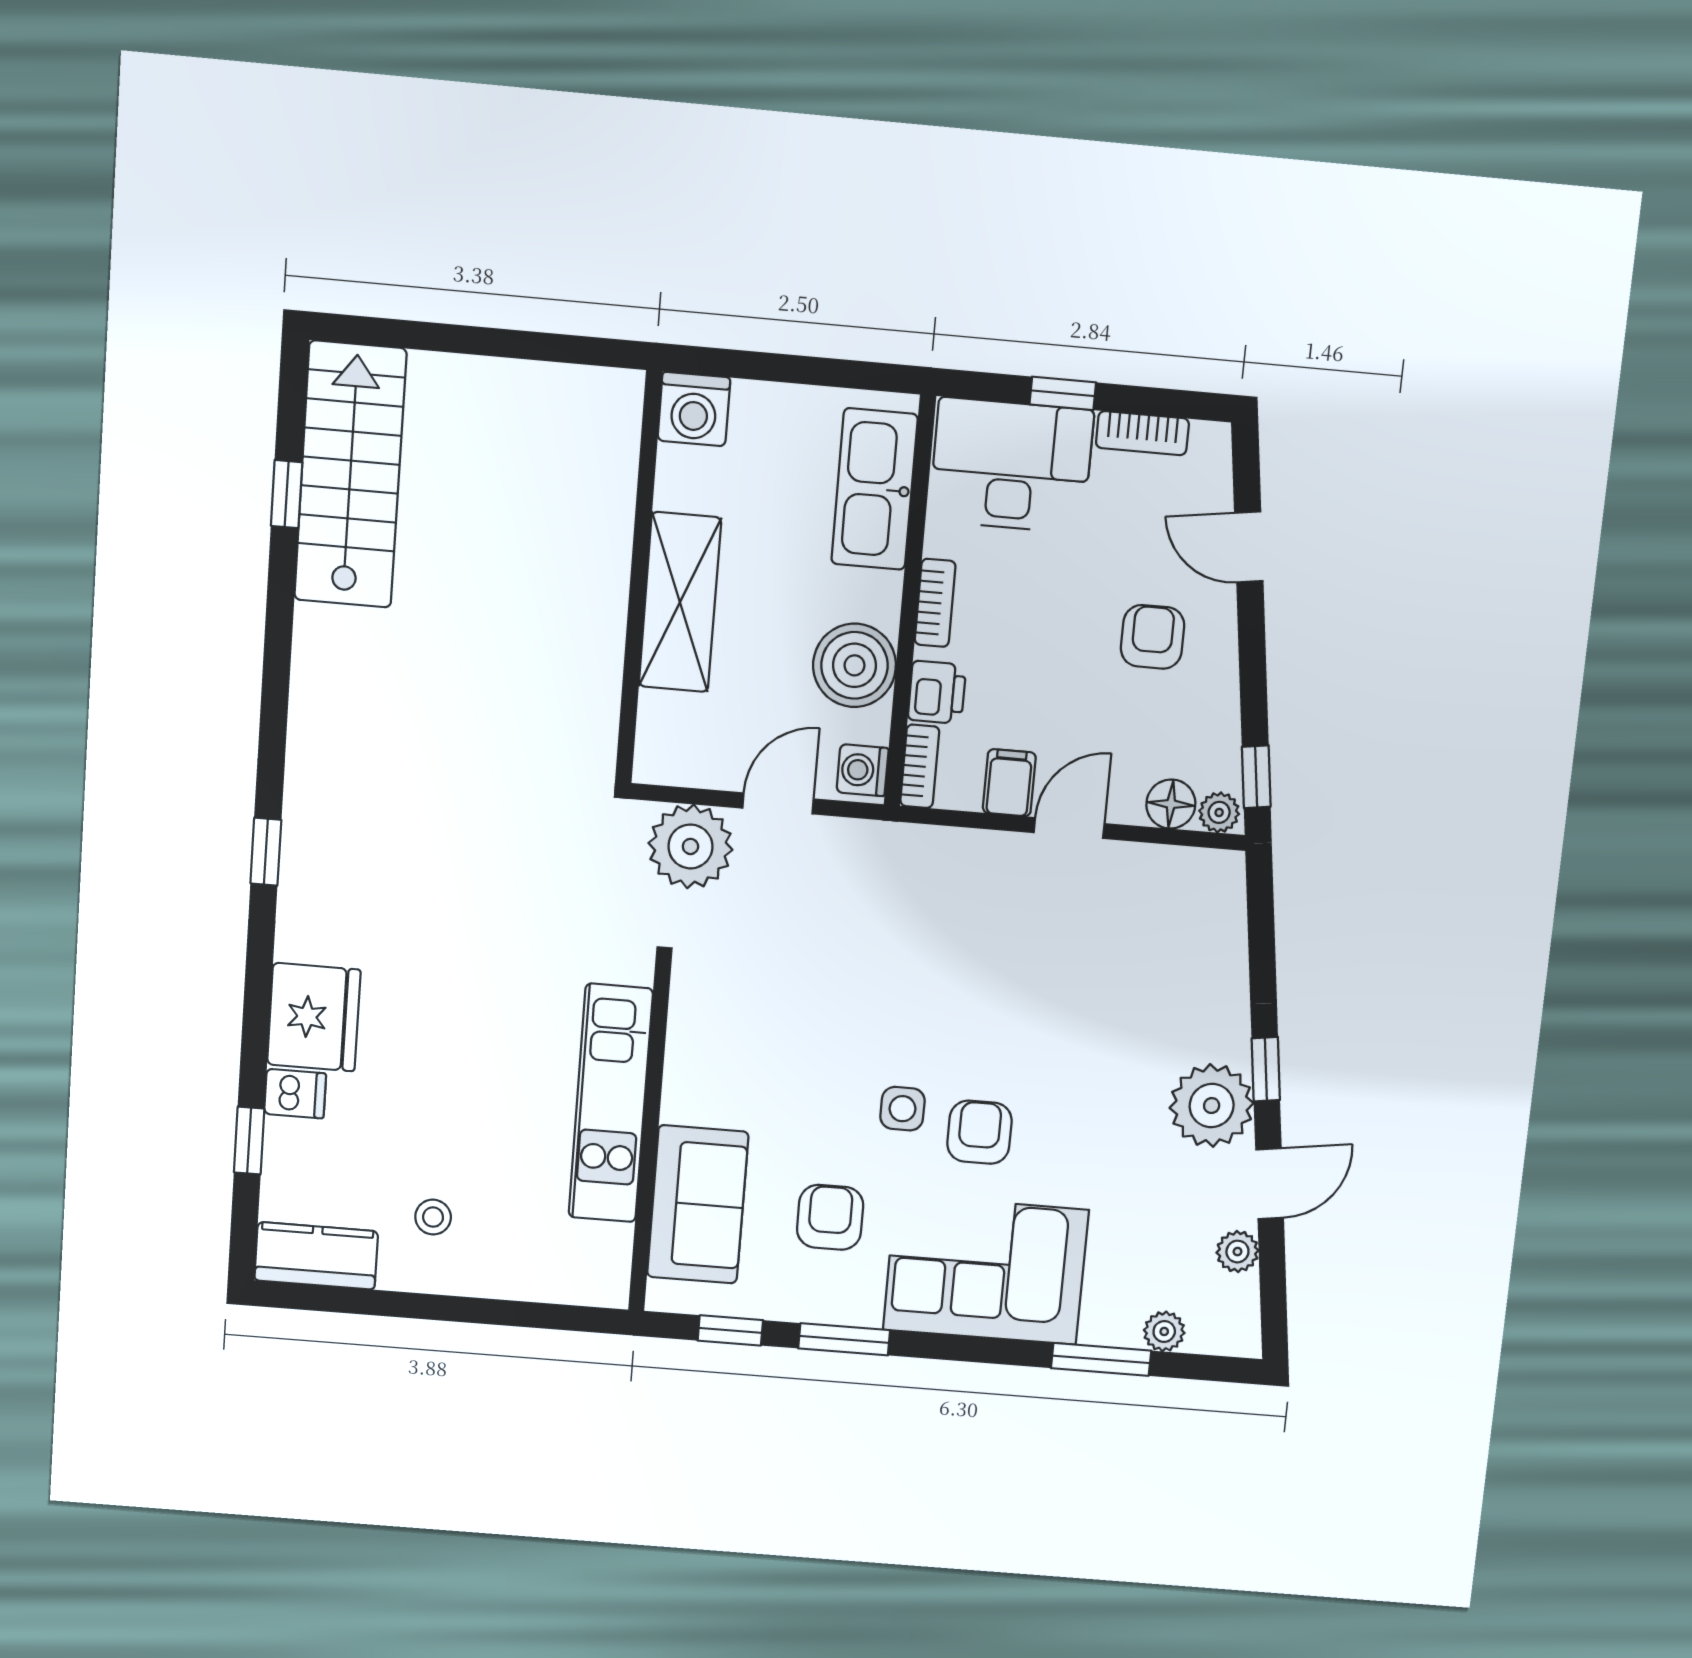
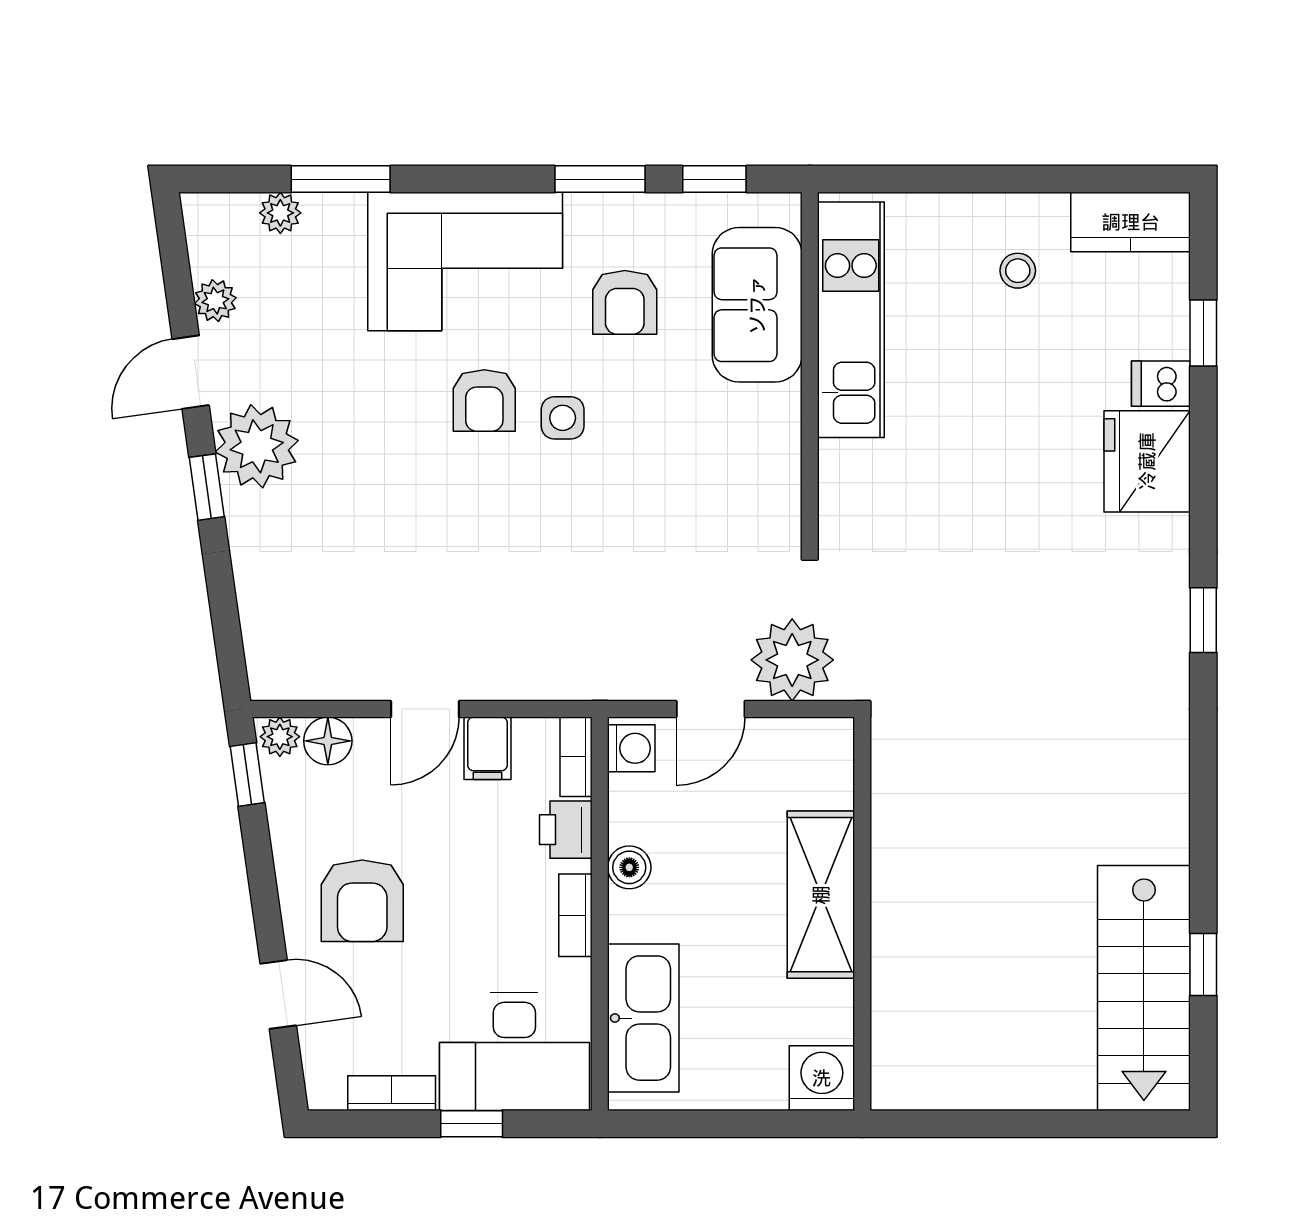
armchair: (1153, 637) -> (362, 901), width x1.38, depth x1.38
boiler: (855, 665) -> (629, 867), width x0.54, depth x0.54
kitchen unit: (611, 1103) -> (851, 320), moved

